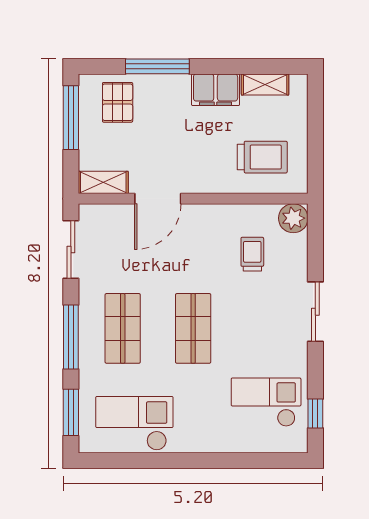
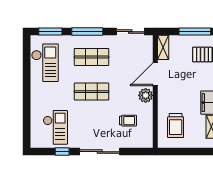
door: (158, 199) -> (155, 74), hinge flipped
plant: (293, 218) -> (146, 95), moved
sliding door: (315, 312) -> (100, 152), width x1.37
window: (315, 414) -> (62, 152), moved

